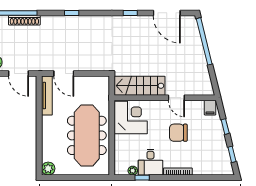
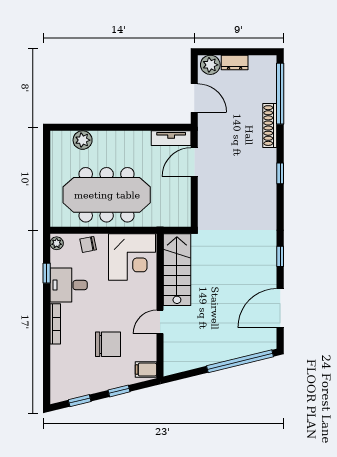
shoe rack: (24, 20) -> (270, 126), moved
door: (19, 74) -> (194, 98), swing flipped
tv unit: (47, 96) -> (171, 138), width x0.71
chair: (178, 133) -> (108, 344), moved, turned 90
chair: (122, 148) -> (88, 244), added
plant: (48, 169) -> (83, 140), moved
plant: (133, 171) -> (57, 243), moved

